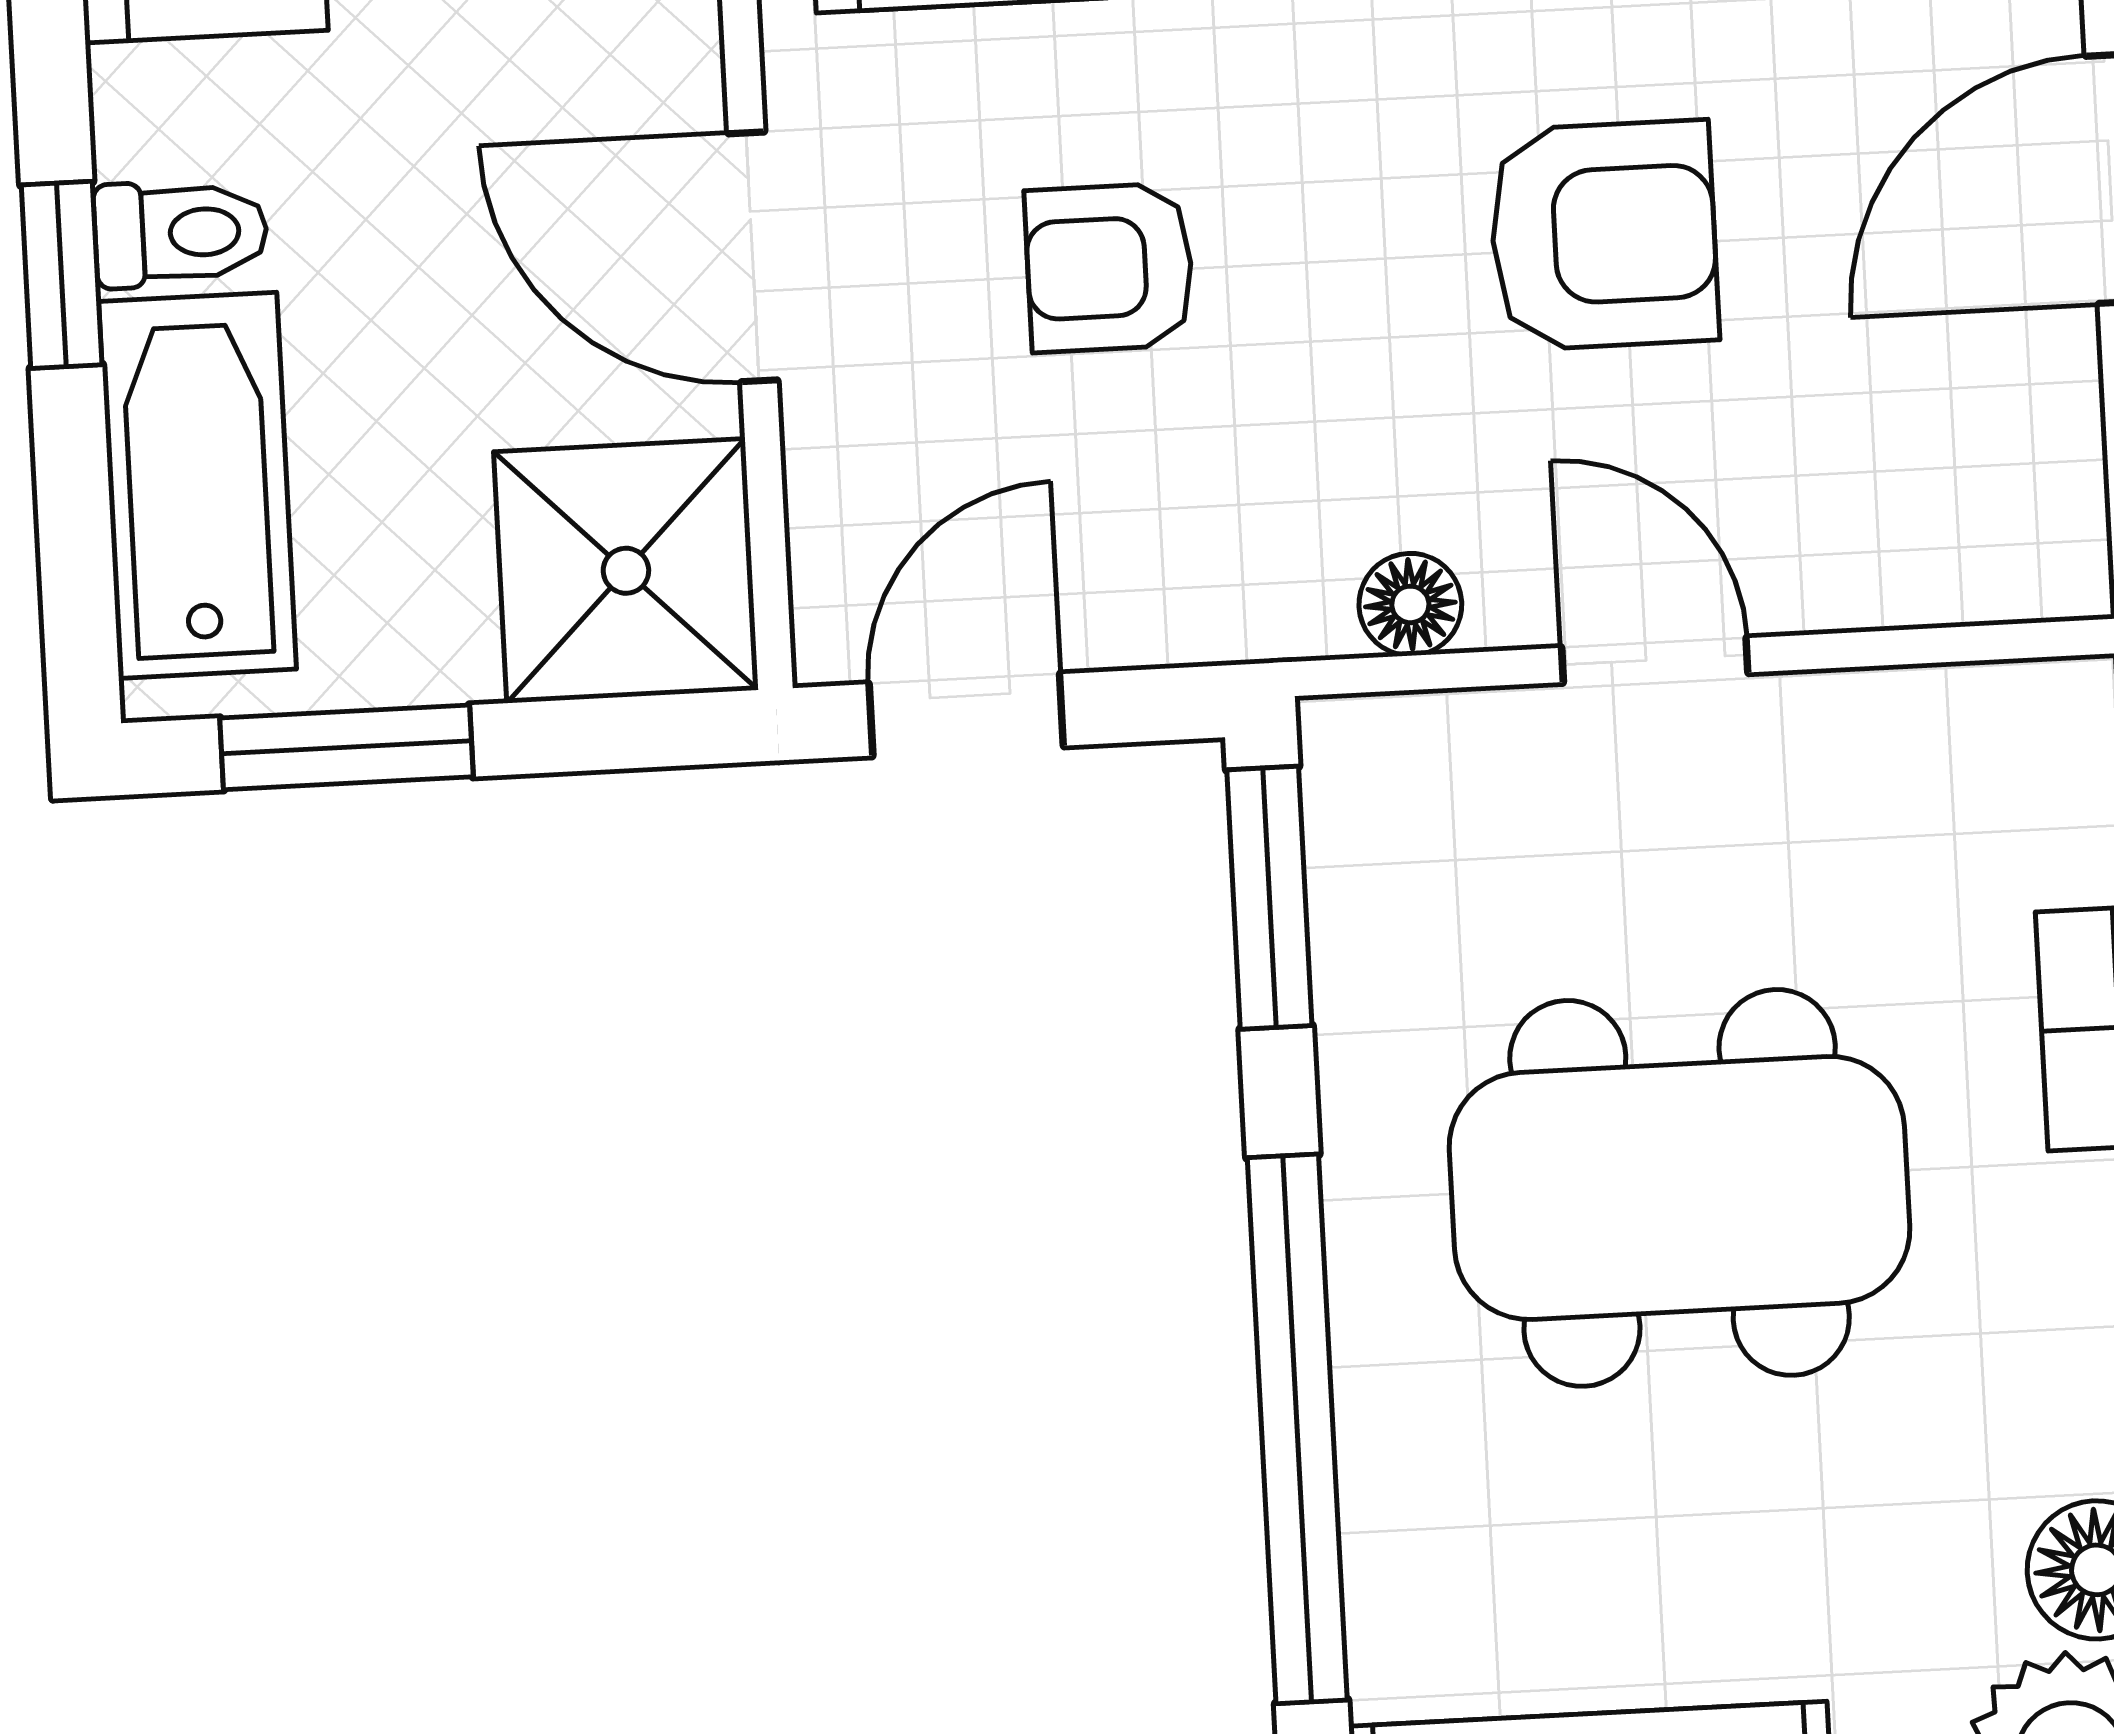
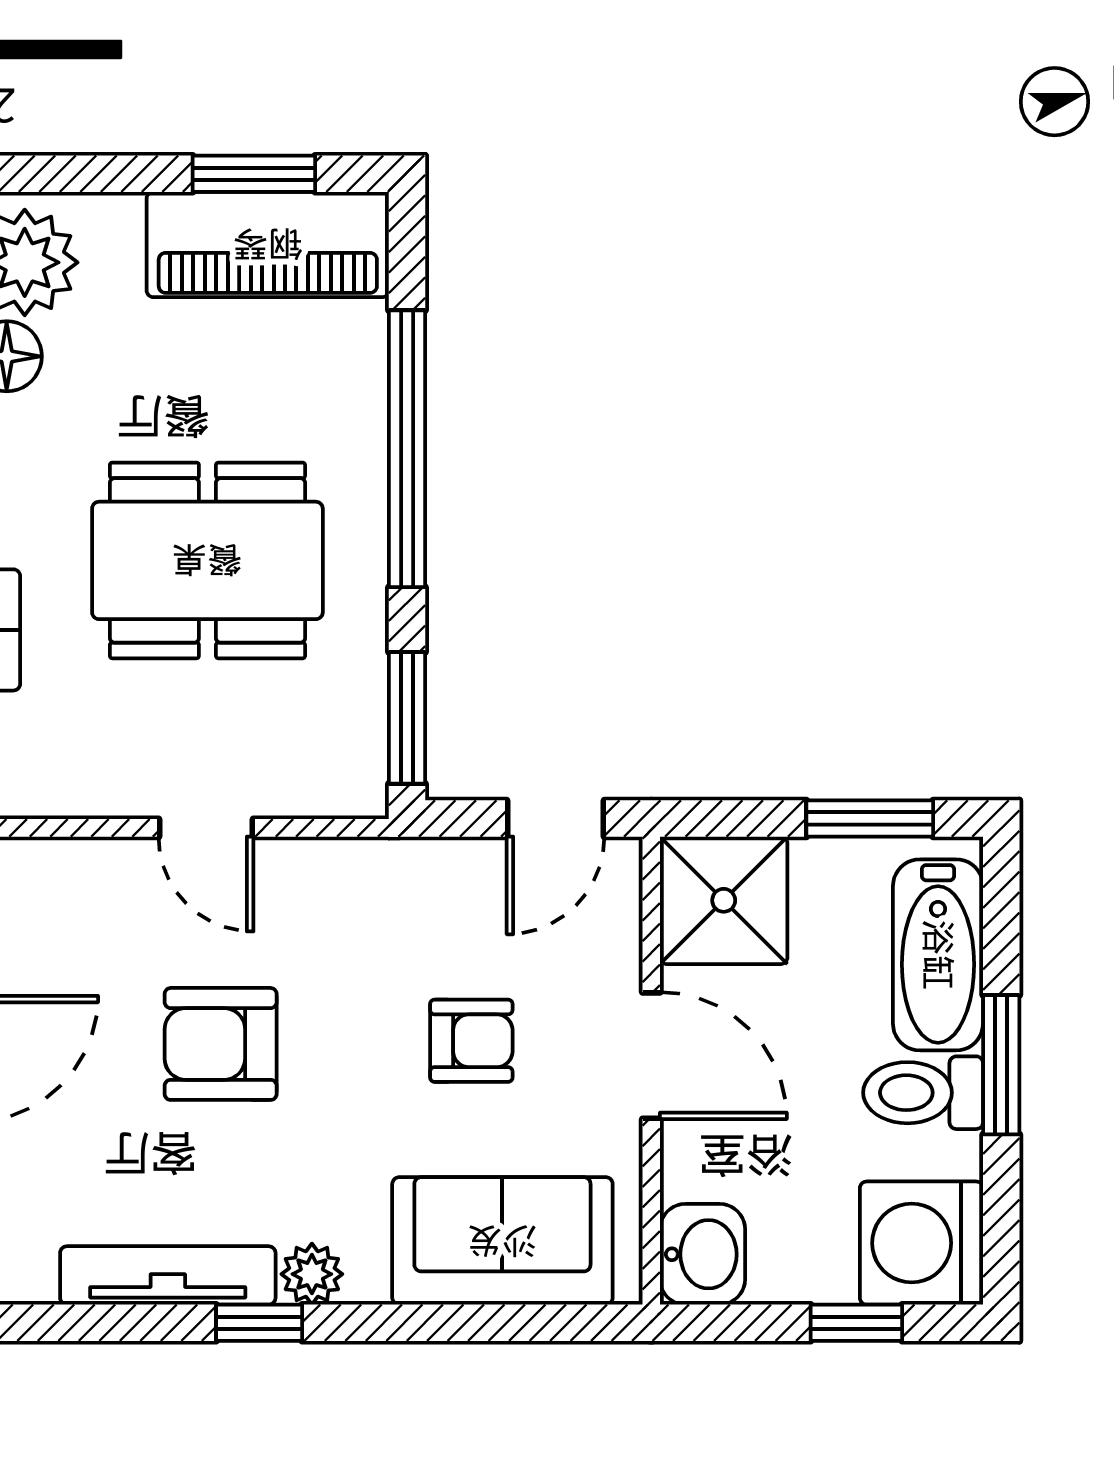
toilet: (181, 233) -> (923, 1093), width x1.37, depth x1.39
window: (62, 275) -> (1001, 1065), width x1.50
floor lamp: (1410, 604) -> (328, 863), removed

